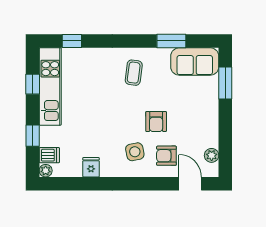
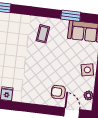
armchair: (156, 122) -> (54, 68), removed
side table: (135, 152) -> (87, 70), moved

